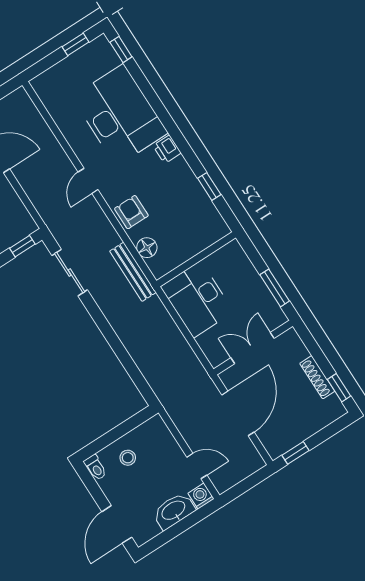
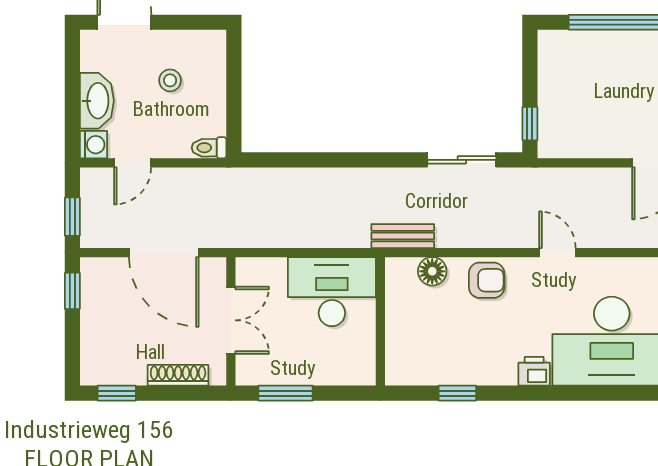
bench: (133, 272) -> (403, 236), width x0.73
shoe rack: (317, 377) -> (178, 375), moved
stool: (128, 458) -> (170, 80), moved
toilet: (95, 467) -> (209, 148), moved
window: (252, 481) -> (72, 217), added

